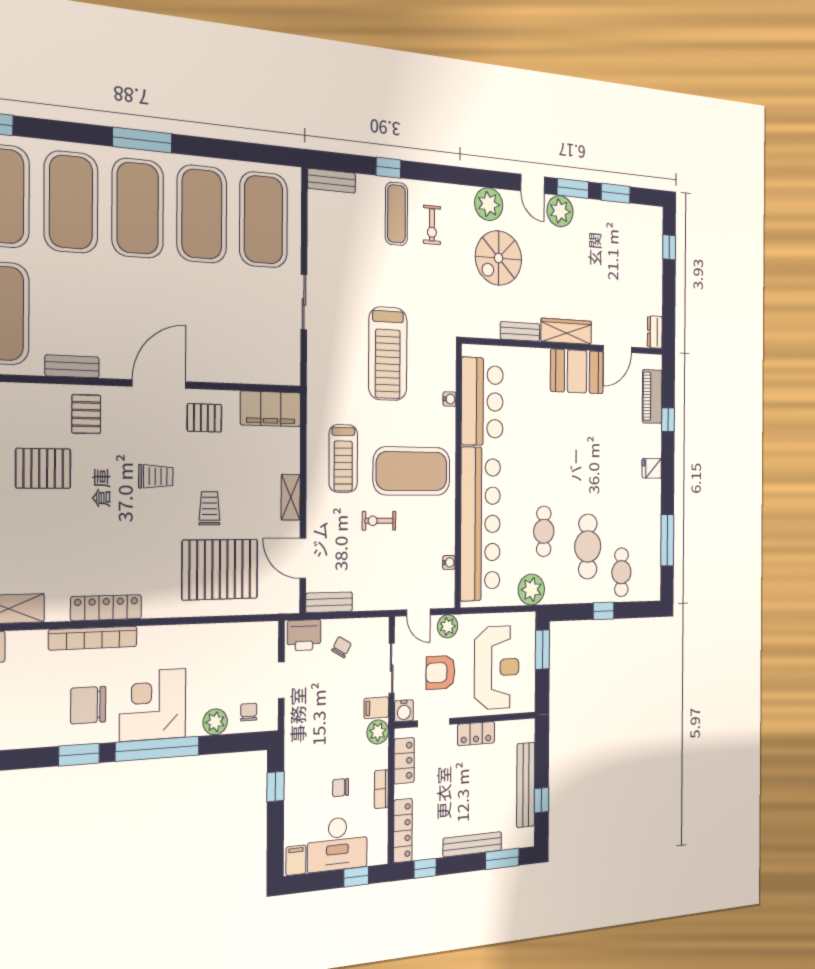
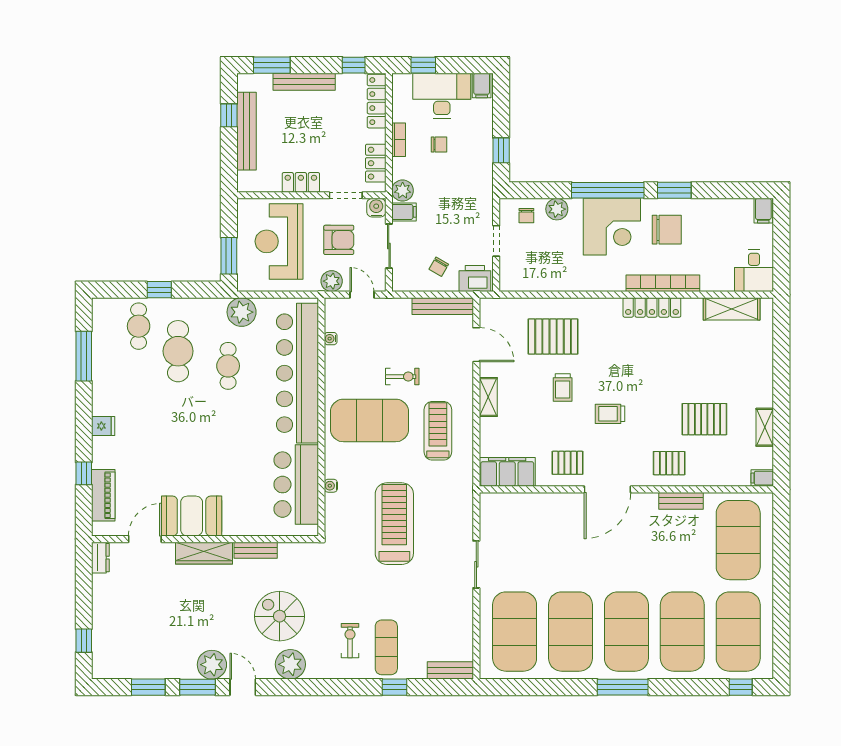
spiral stairs: (498, 258) -> (280, 616), turned -90
pallet: (86, 414) -> (669, 463), turned 90
pallet: (220, 569) -> (553, 336), width x0.73, depth x0.71
bench: (329, 602) -> (443, 306), width x1.36

